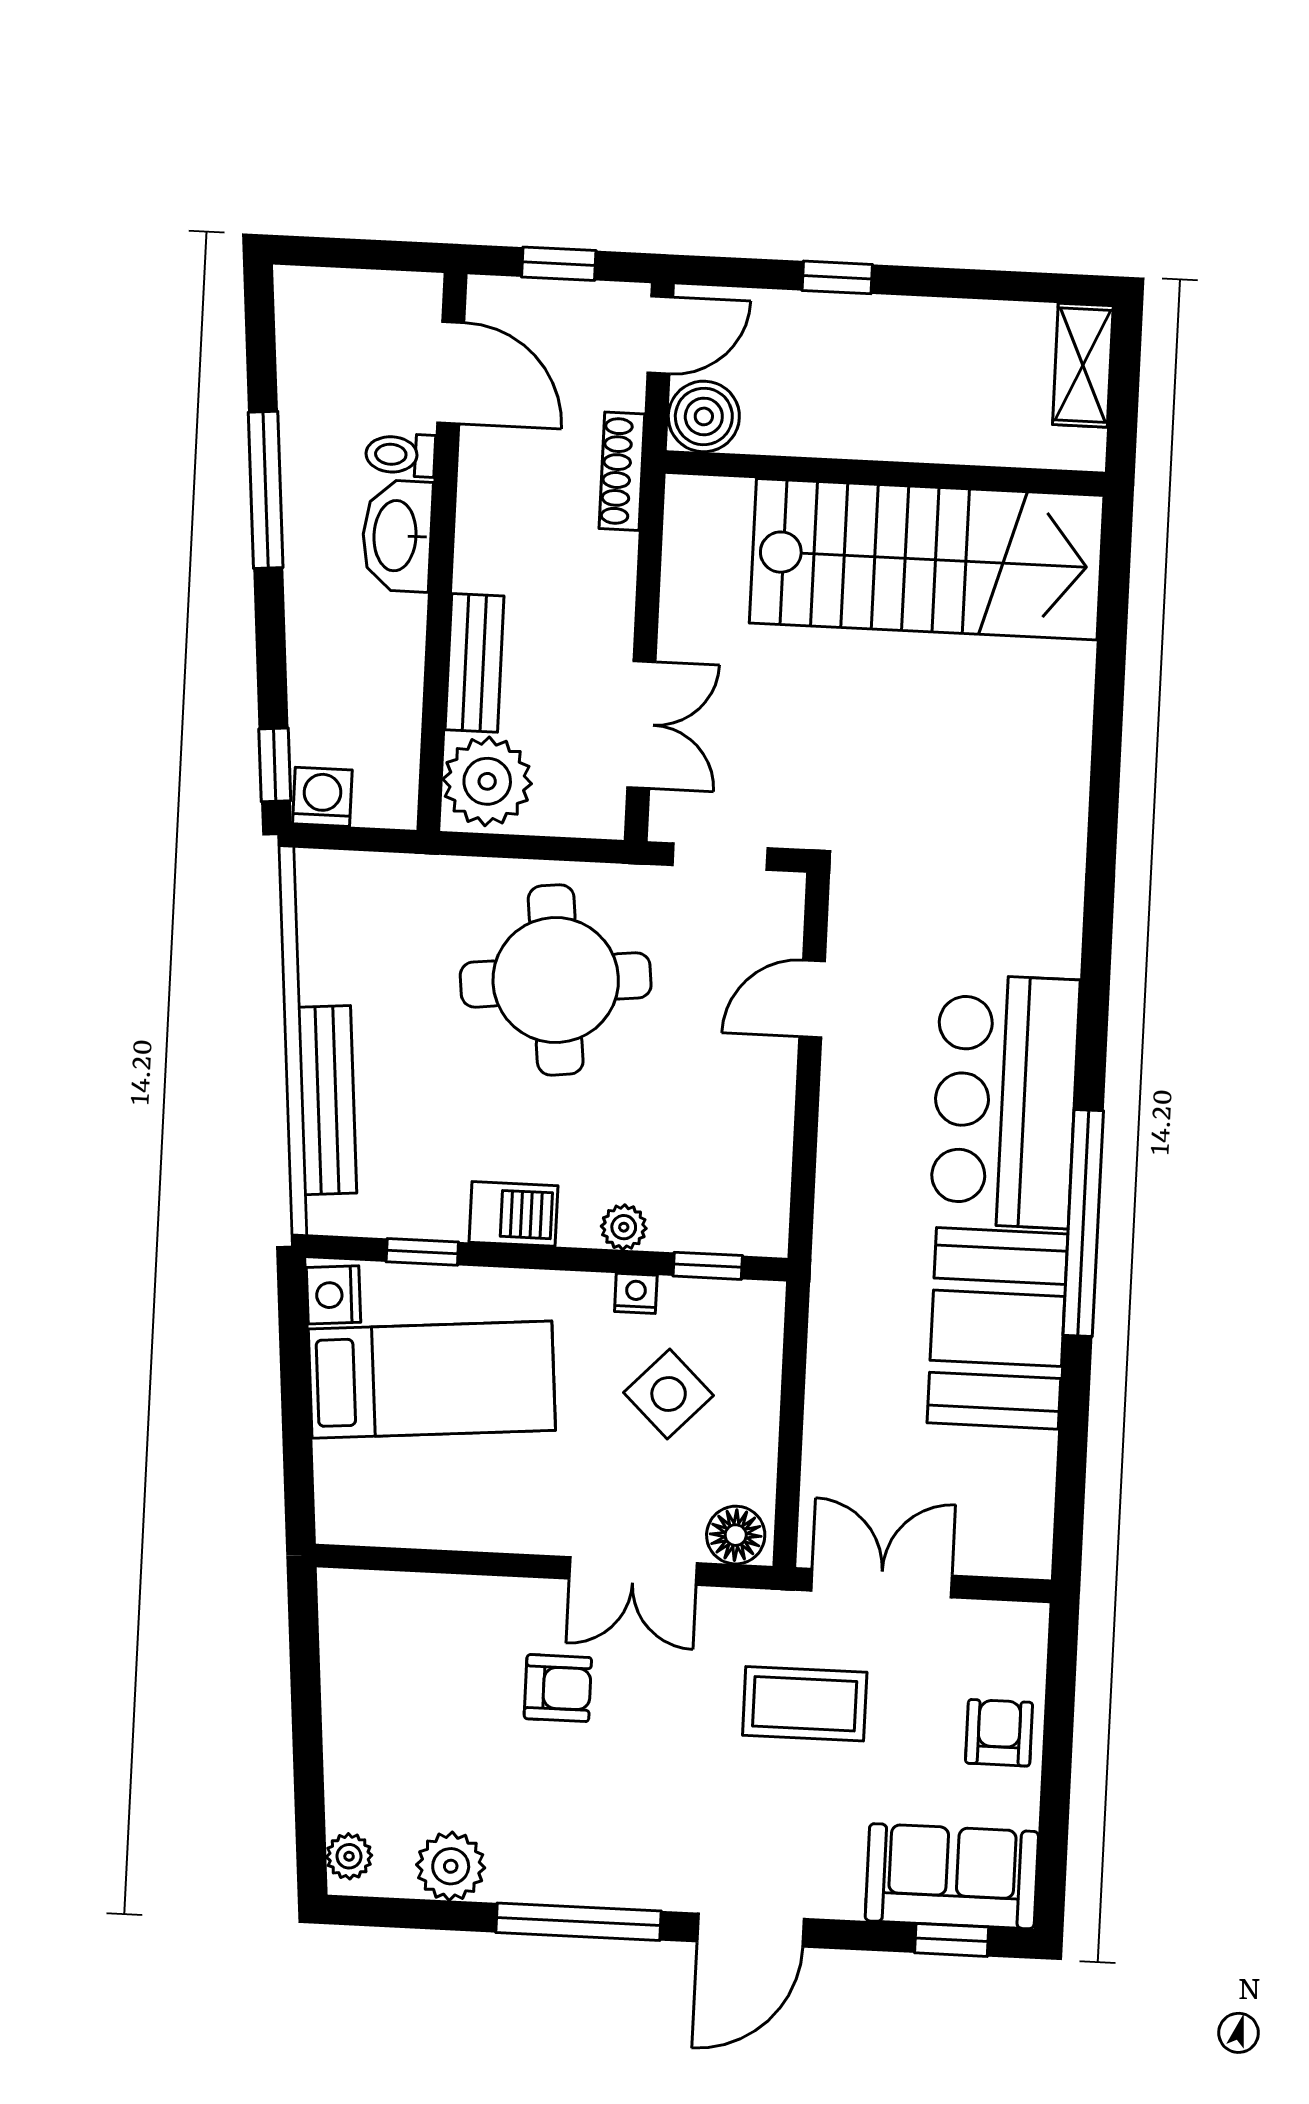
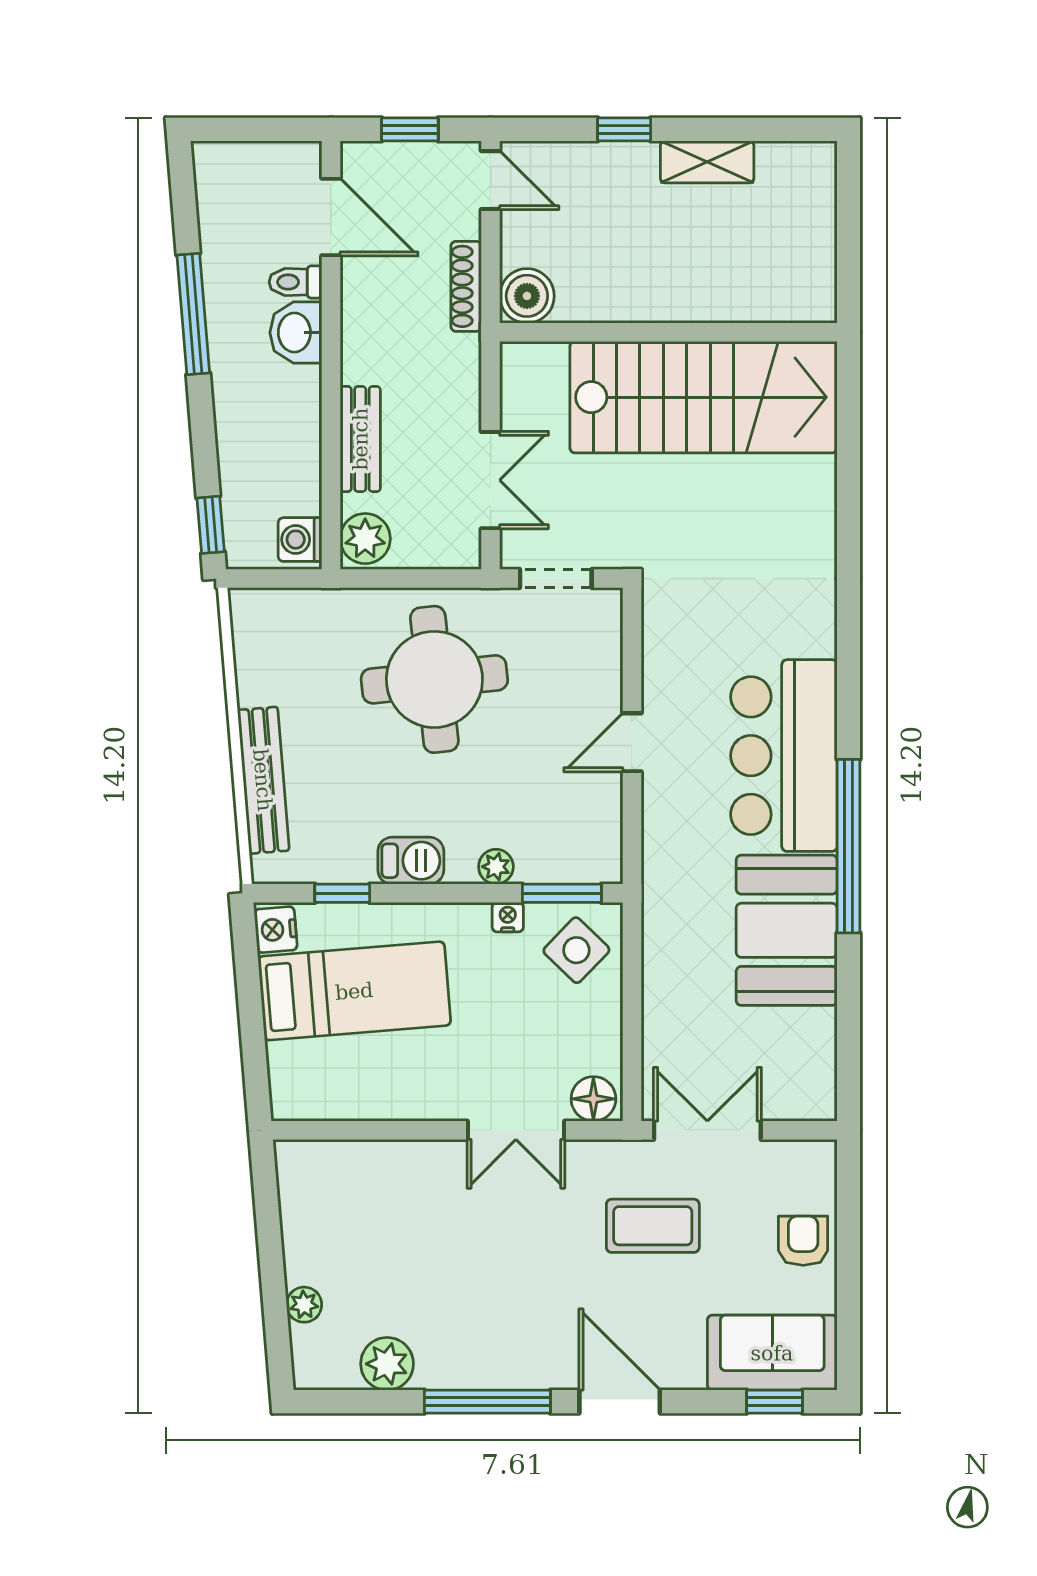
door: (660, 335) -> (491, 180), hinge flipped
shelving: (1083, 365) -> (707, 162), moved, turned 90
boiler: (704, 416) -> (527, 296), moved
wall: (885, 473) -> (668, 332), moved
washbasin: (397, 536) -> (296, 333), width x0.72
stairs: (927, 559) -> (703, 397), moved
plant: (487, 781) -> (365, 539), width x0.73, depth x0.73
washing machine: (322, 797) -> (300, 540), moved, turned -90
door: (812, 999) -> (632, 742), moved
window: (708, 1266) -> (562, 893), width x1.50
side table: (669, 1394) -> (576, 950), moved
armchair: (558, 1688) -> (463, 1223), removed
plant: (349, 1856) -> (304, 1305), moved
door: (750, 1930) -> (620, 1402), swing flipped

